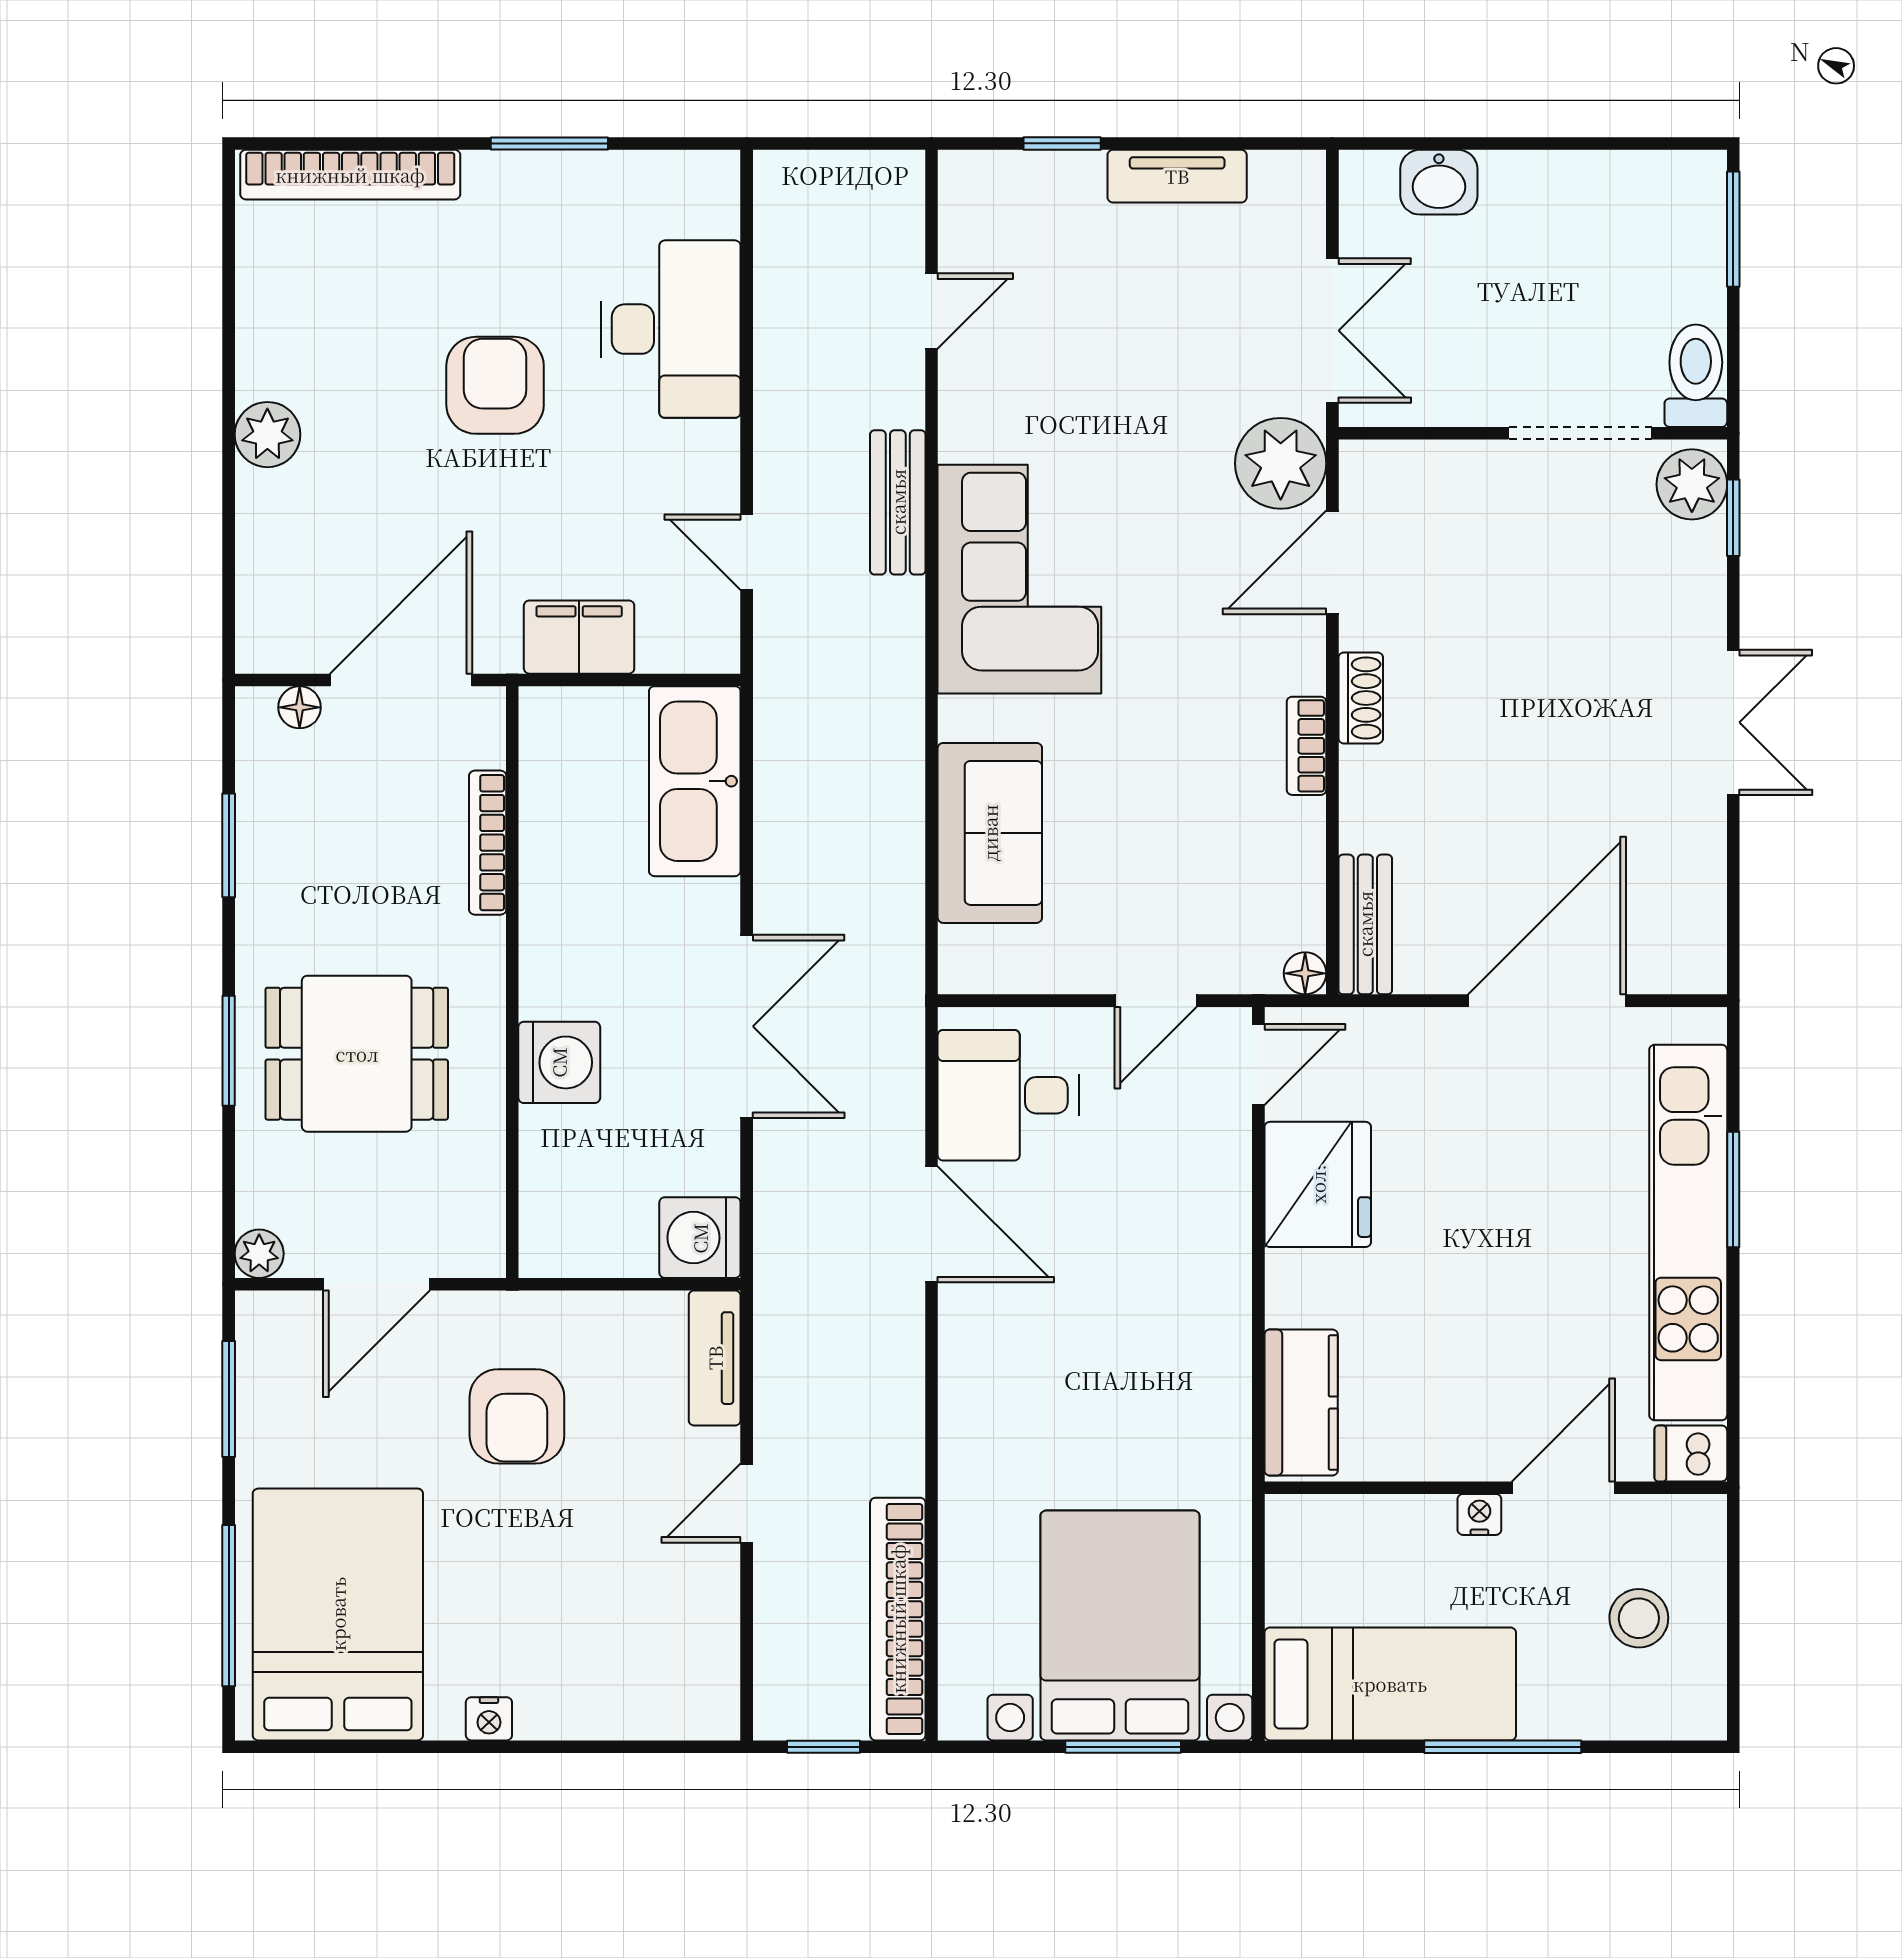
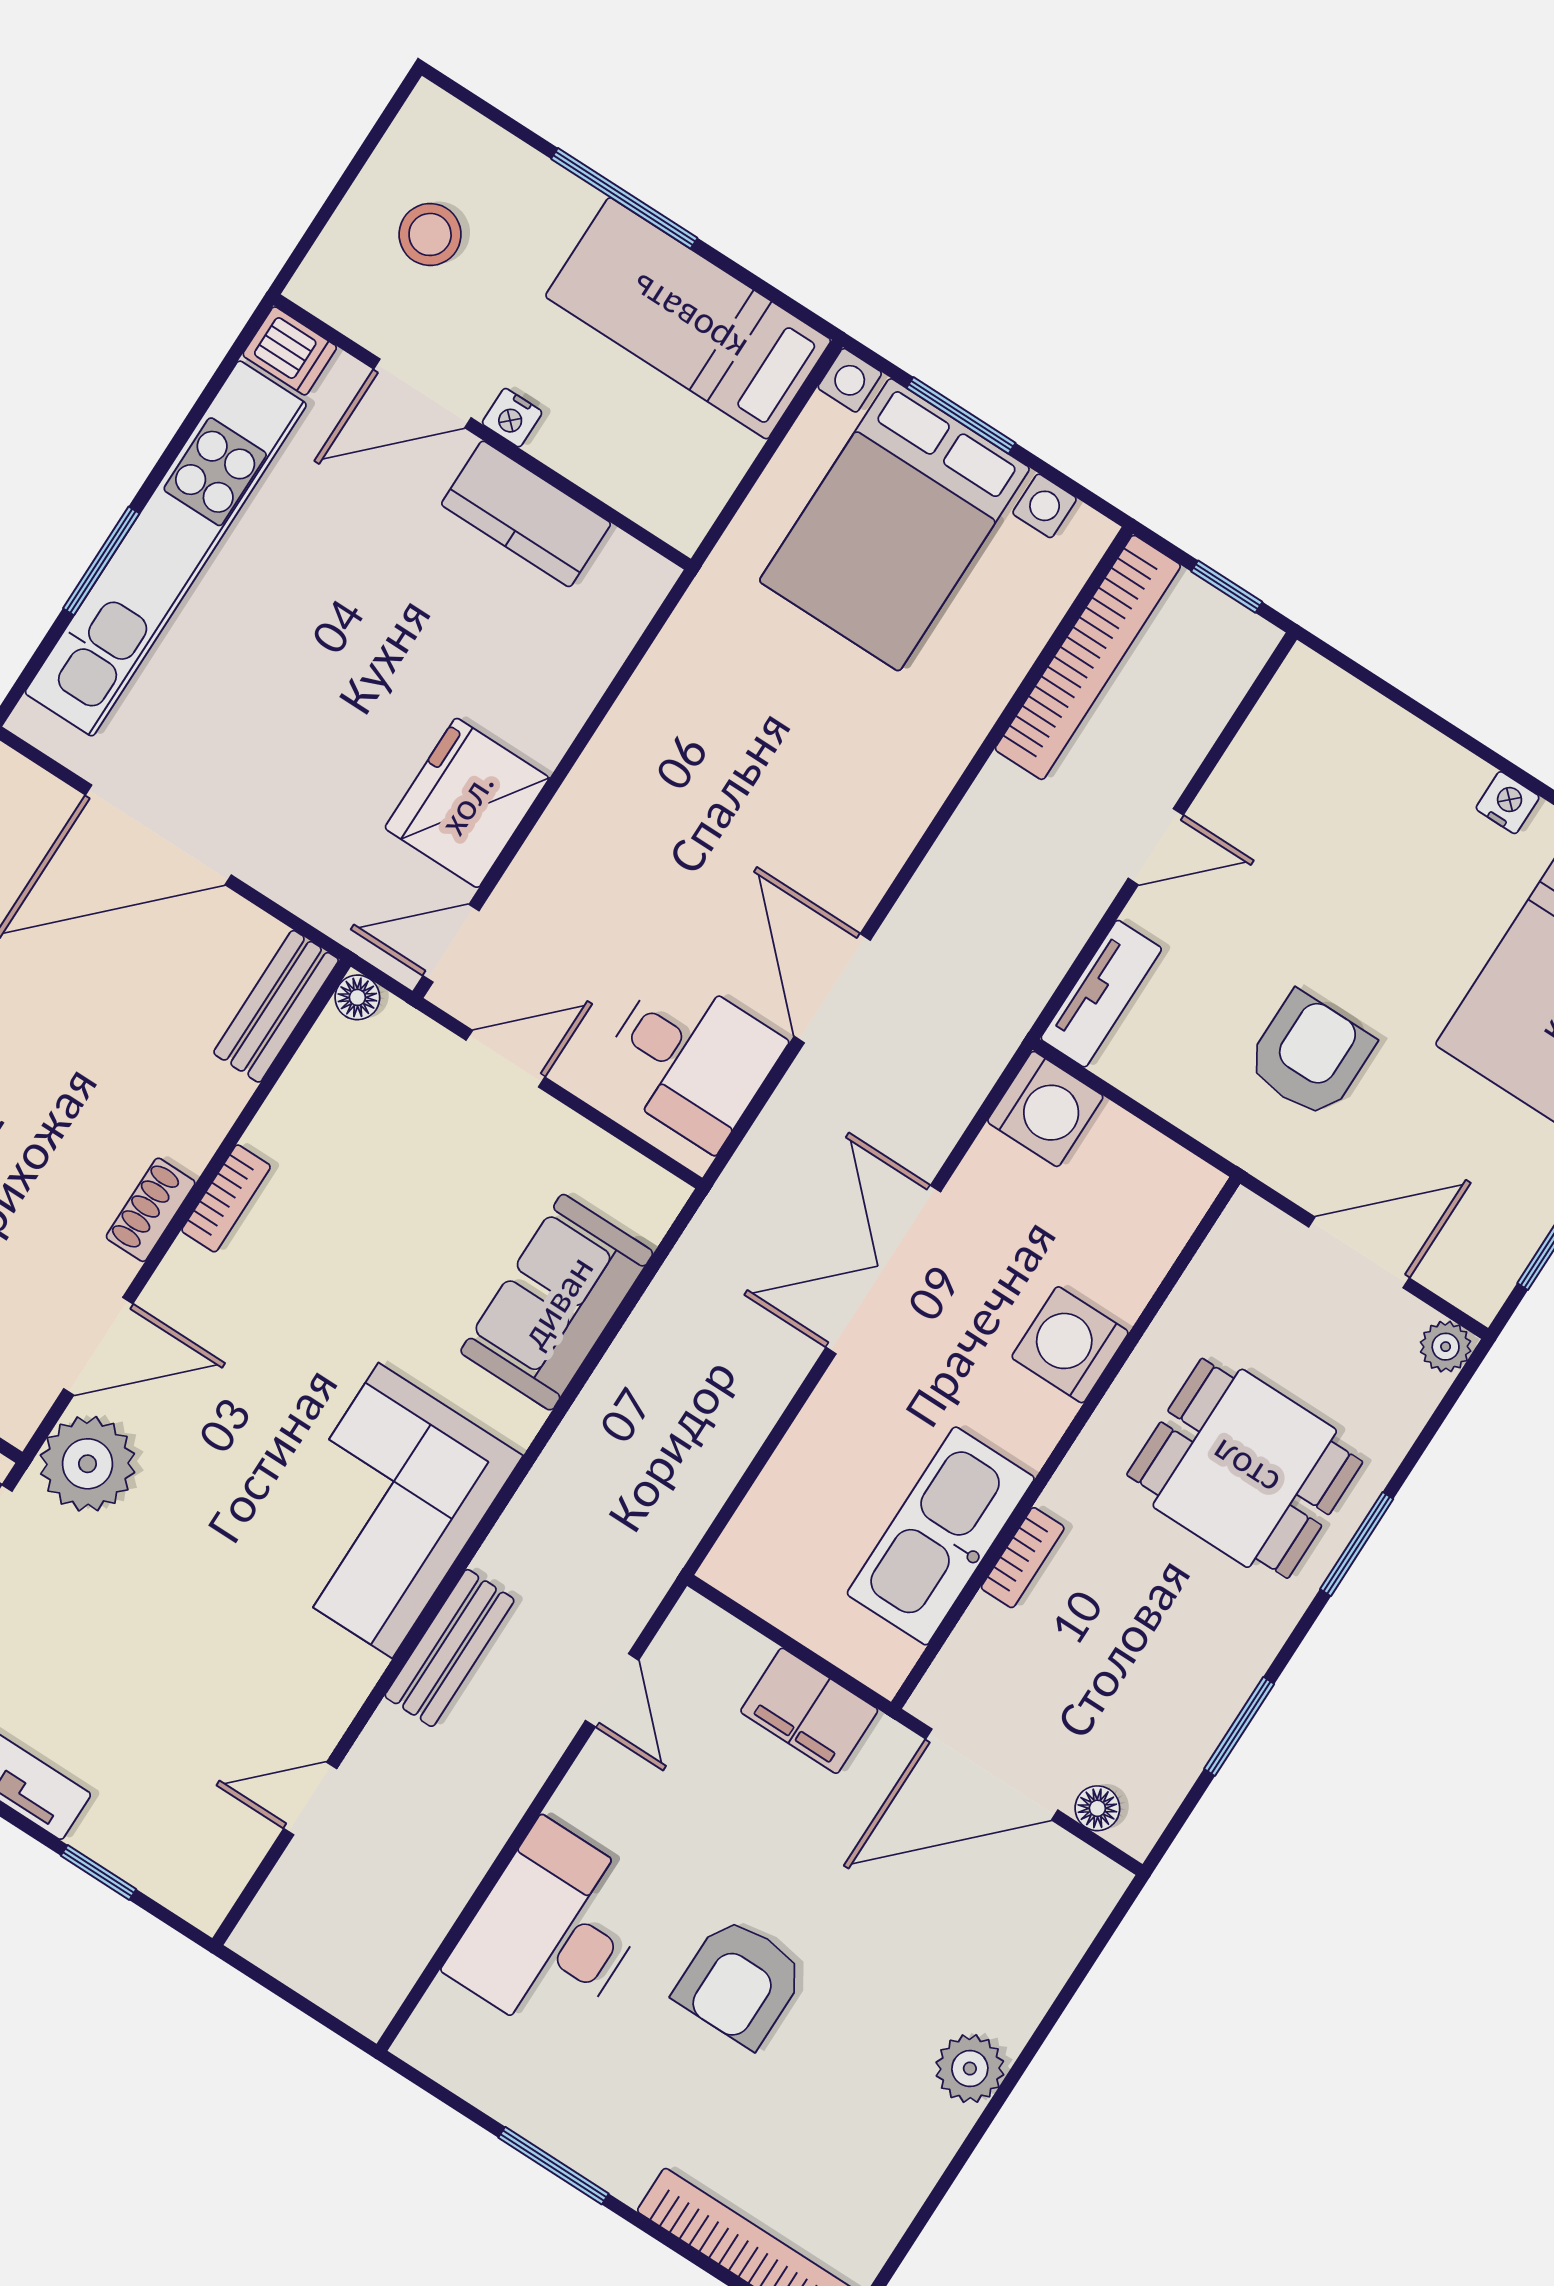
kitchen sink: (695, 781) -> (941, 1536), moved, turned 180
bookcase: (488, 843) -> (1023, 1558), width x0.64
kitchen counter: (1301, 1403) -> (526, 514), moved, turned -90

